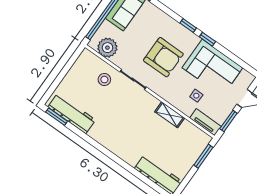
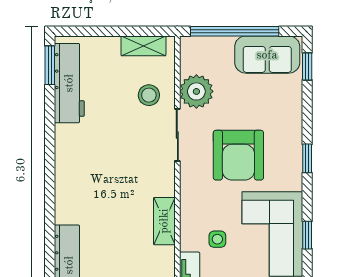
window: (207, 39) -> (307, 235), moved
plant: (107, 48) -> (196, 91), moved
shelving: (79, 65) -> (143, 46), added

